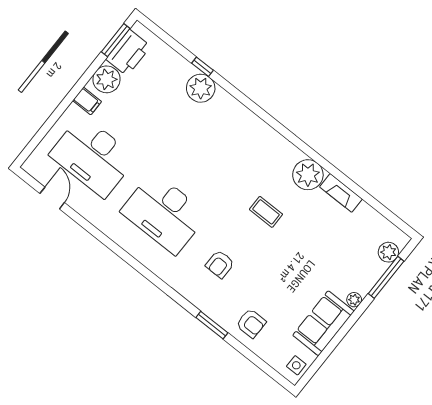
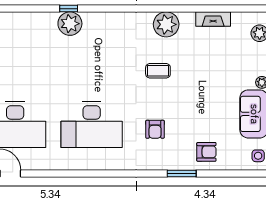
window: (203, 67) -> (69, 9), moved
plant: (201, 88) -> (70, 24), moved
fireplace: (341, 193) -> (213, 19), moved

